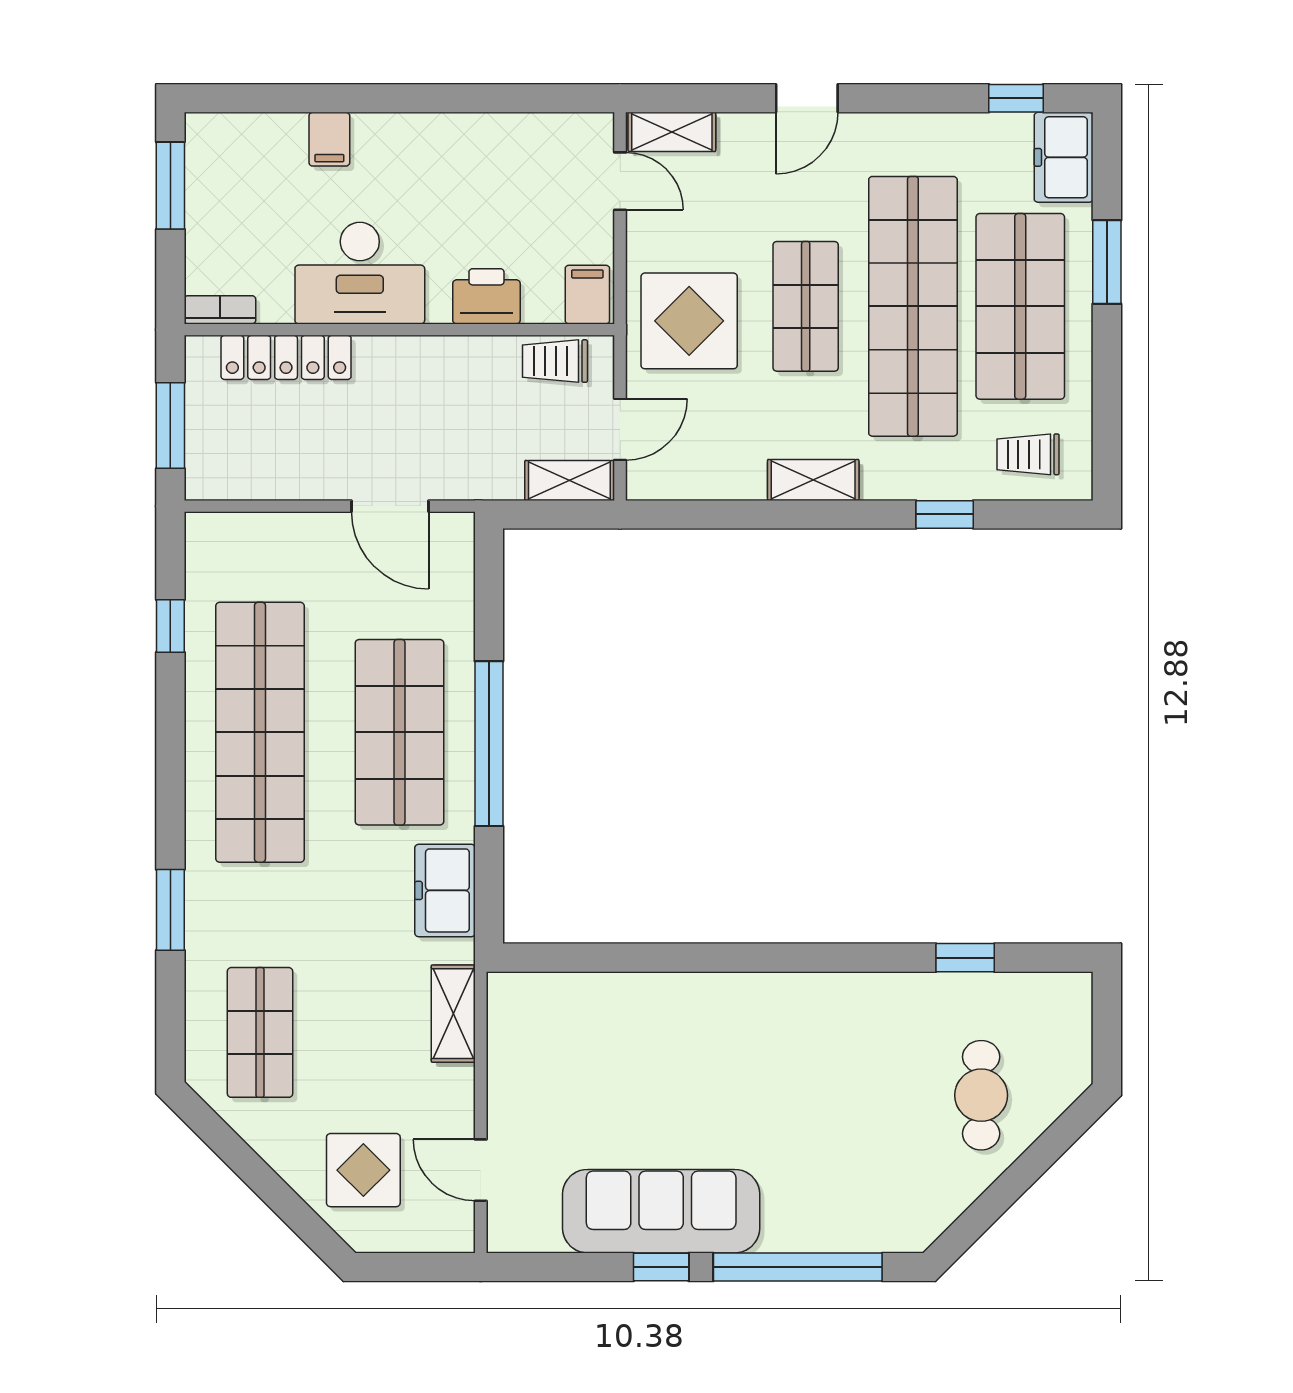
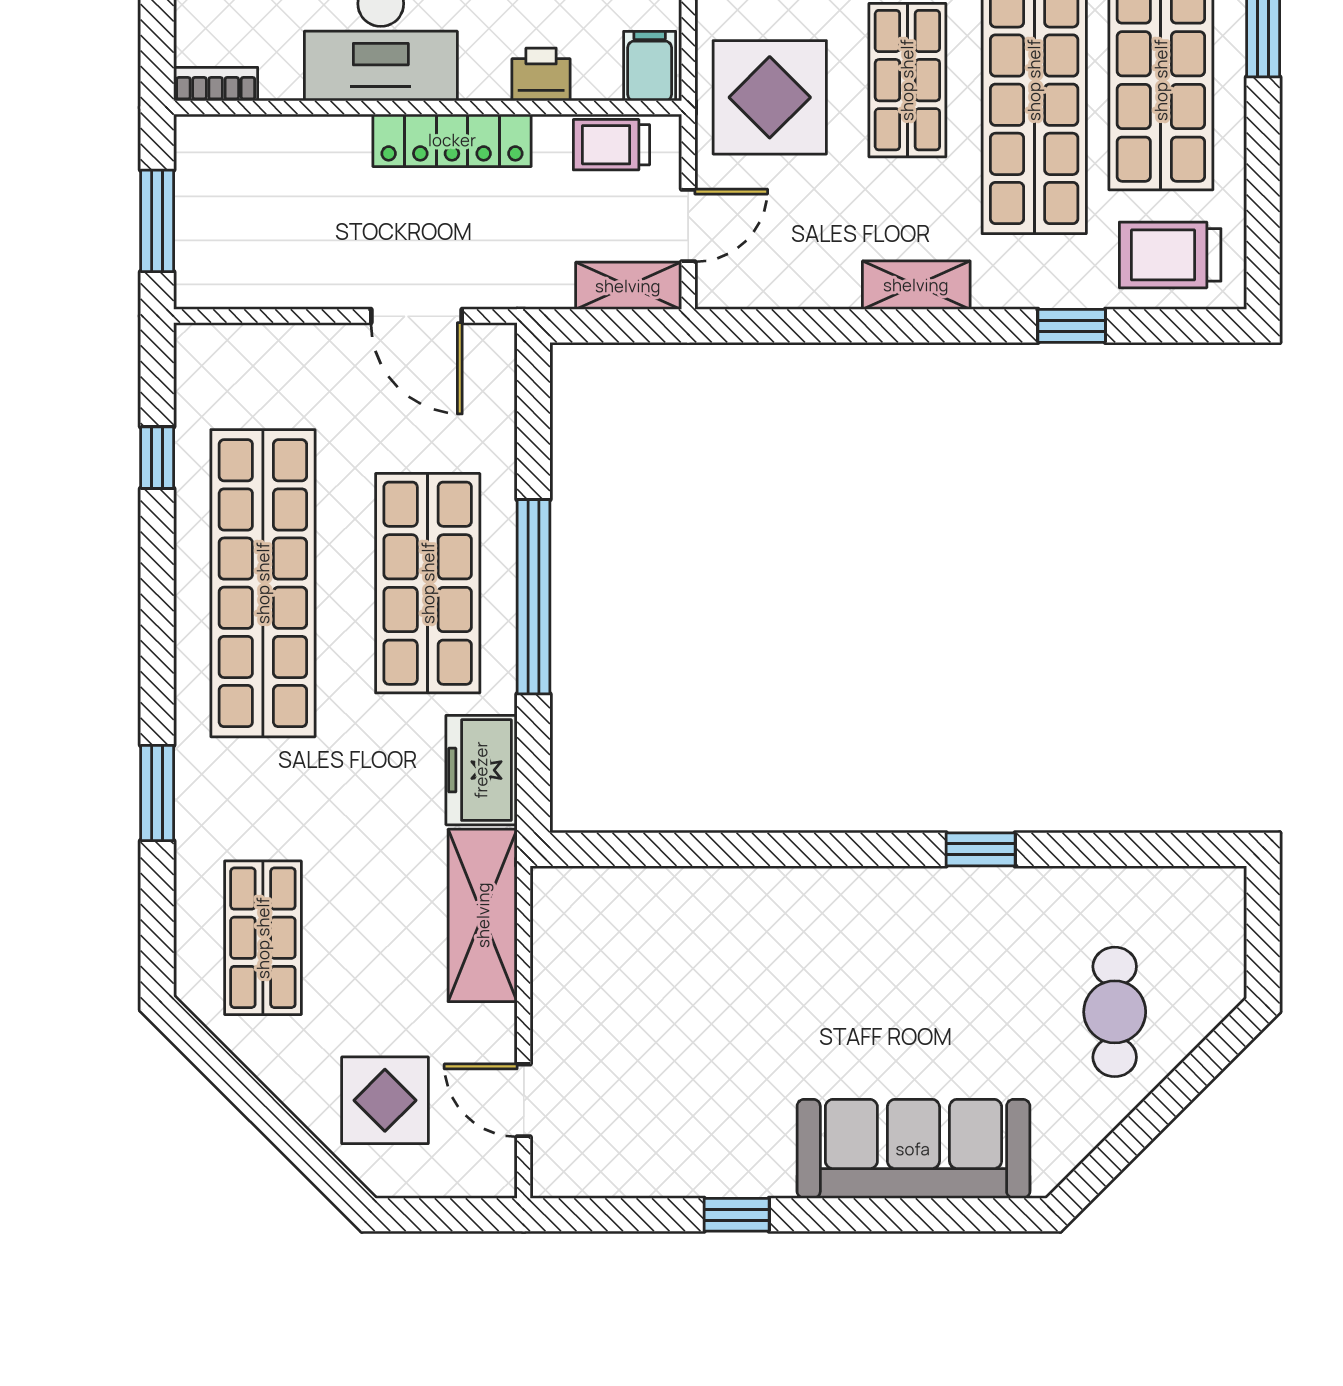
printer: (486, 296) -> (541, 75), width x0.73, depth x0.81
locker: (286, 357) -> (452, 140), moved
trolley: (1028, 454) -> (1170, 255), width x1.36, depth x1.39
window: (965, 958) -> (981, 849), moved
shelving: (453, 1014) -> (483, 915), width x1.50, depth x1.33
sofa: (661, 1211) -> (913, 1149), moved
window: (798, 1267) -> (898, 1215), removed

